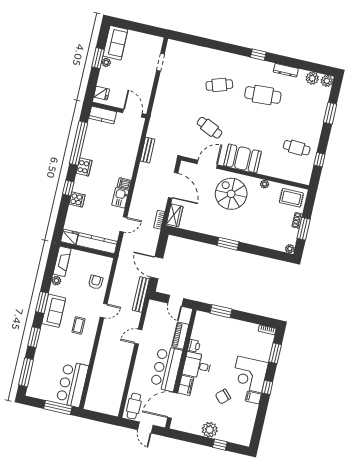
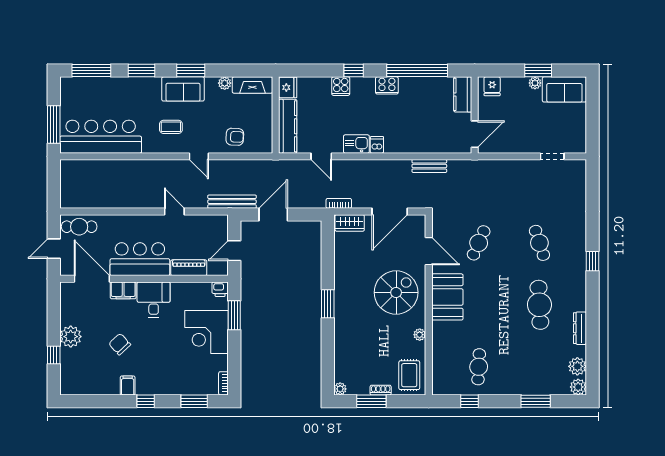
window: (258, 55) -> (592, 261), moved
printer: (194, 346) -> (220, 289), moved
corner desk: (250, 374) -> (207, 332), moved, turned -90
bar counter: (72, 384) -> (101, 137), width x1.36

